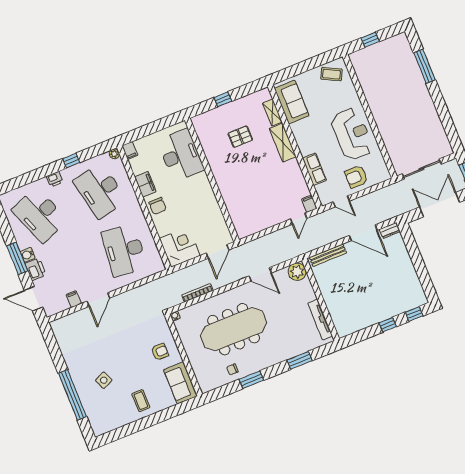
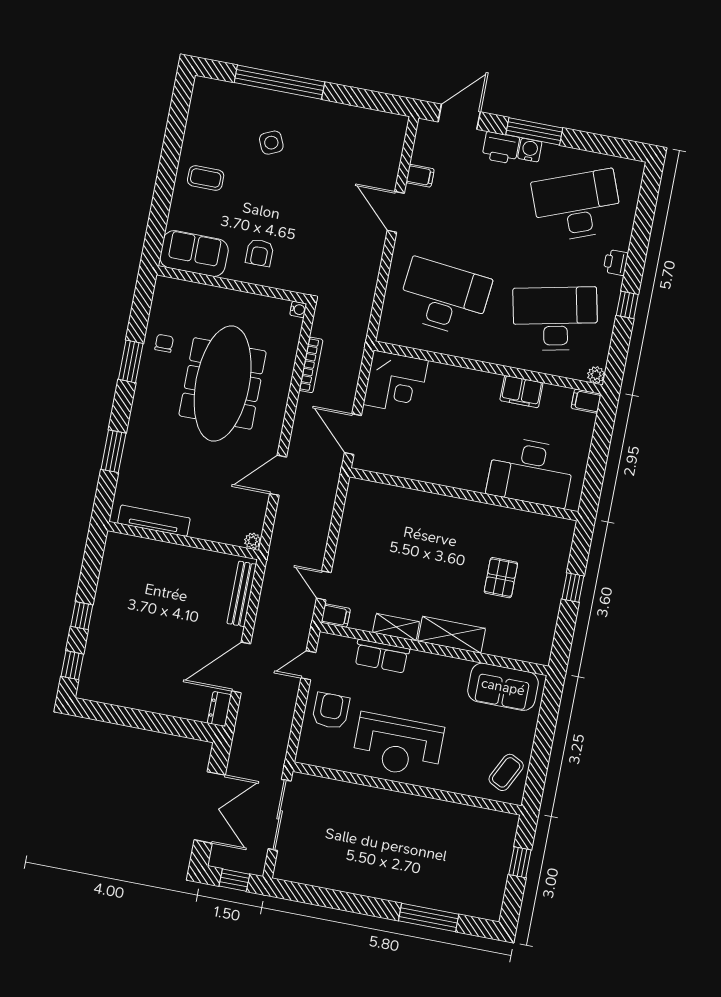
shelving: (272, 112) -> (396, 627), moved
chair: (158, 206) -> (478, 389), removed
plant: (297, 272) -> (253, 541), width x0.53, depth x0.53

